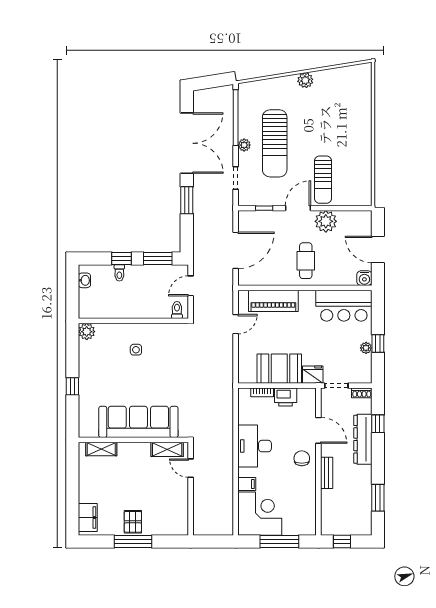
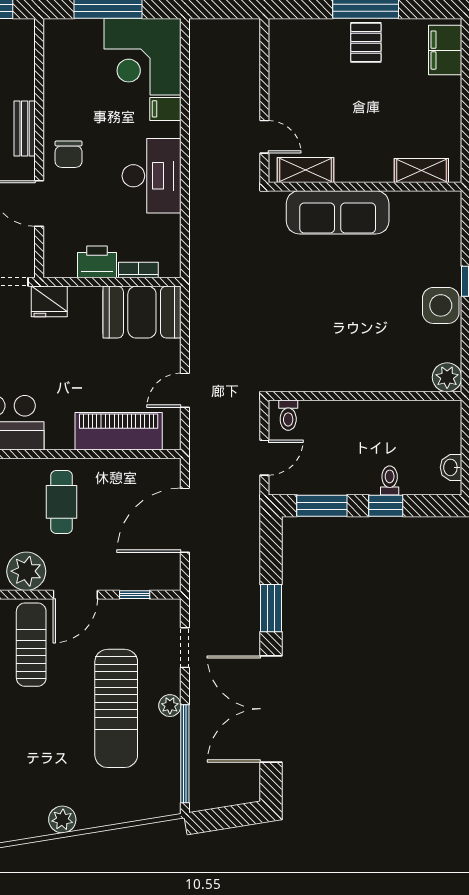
sun lounger: (275, 143) -> (116, 708), turned 180
side table: (136, 350) -> (441, 305), moved, width x1.87, depth x1.87
booth: (279, 369) -> (142, 312), moved
sofa: (138, 422) -> (338, 212), width x0.74, depth x0.79

